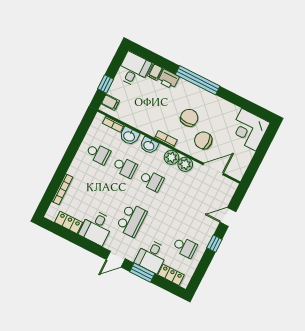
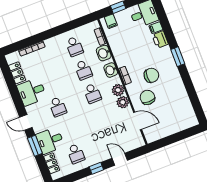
window: (198, 80) -> (178, 57), width x0.47
corner desk: (249, 130) -> (182, 116), removed
school desk: (131, 220) -> (58, 107), width x0.54

